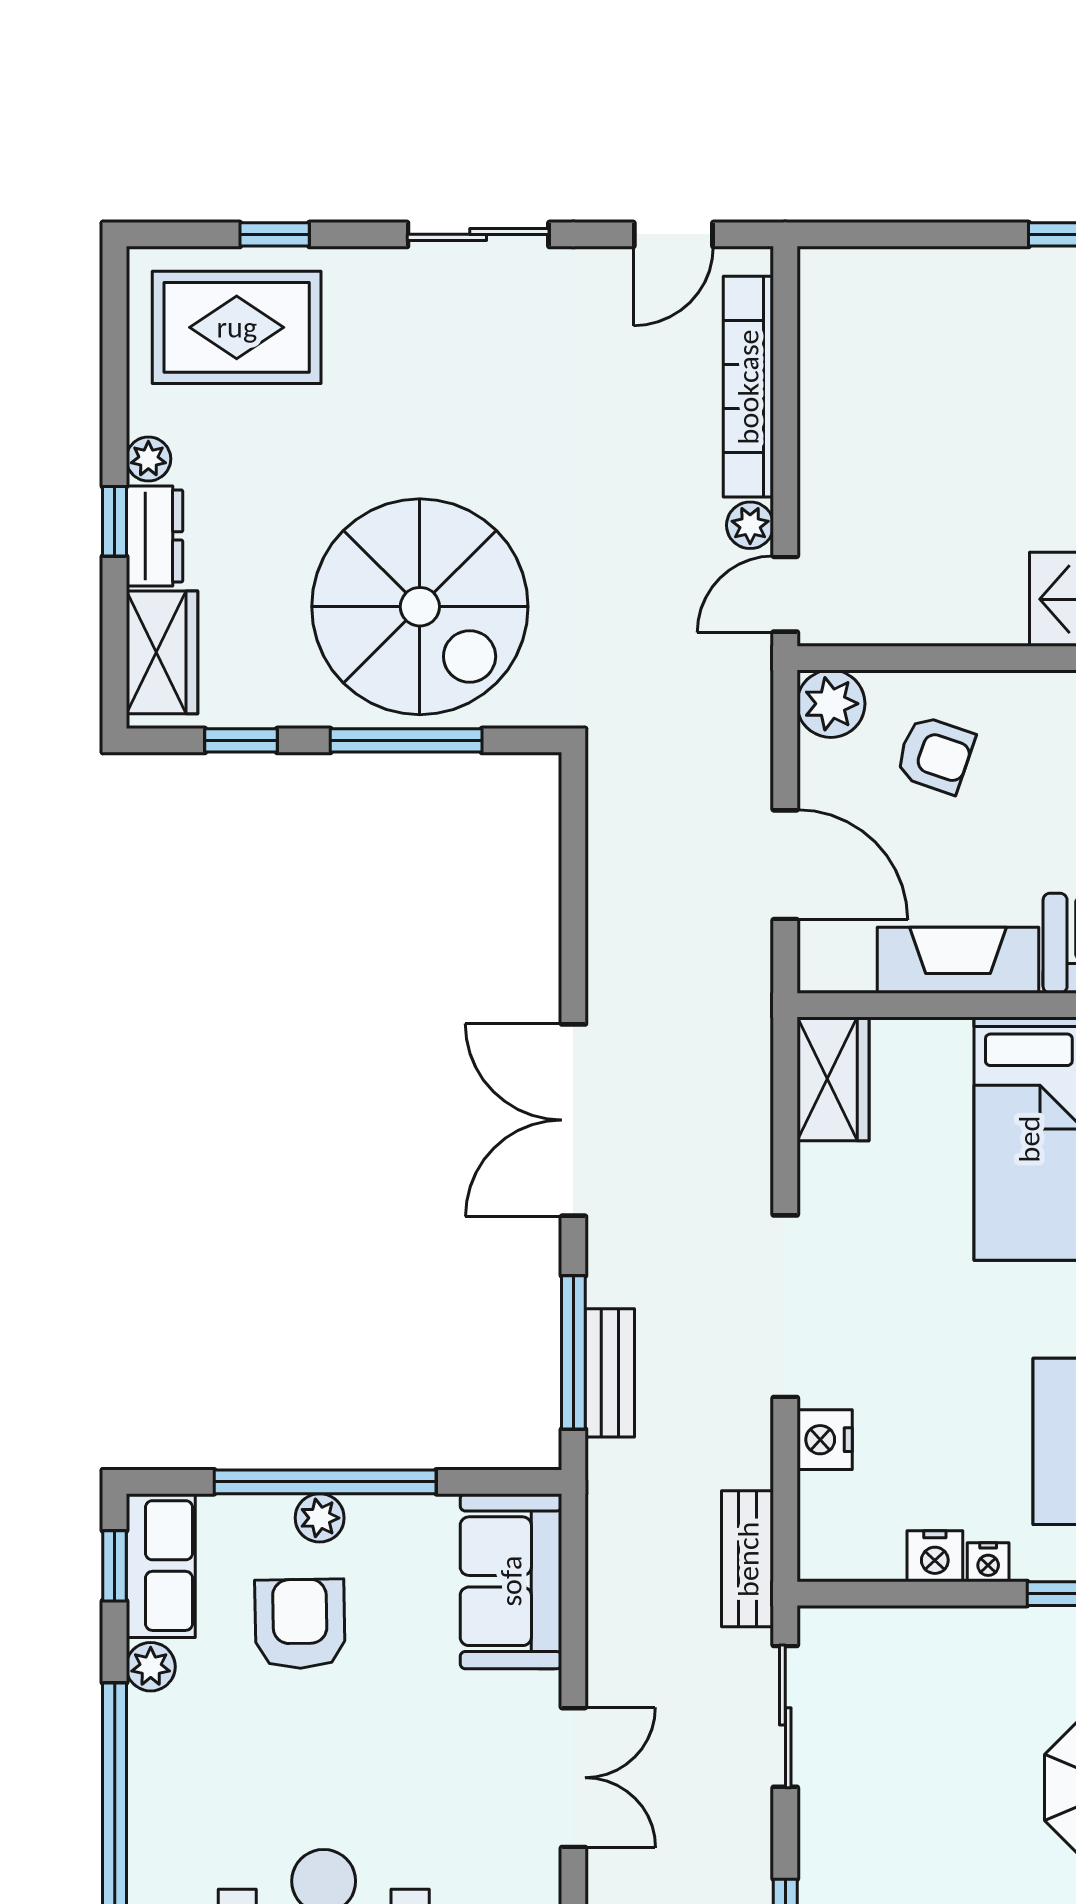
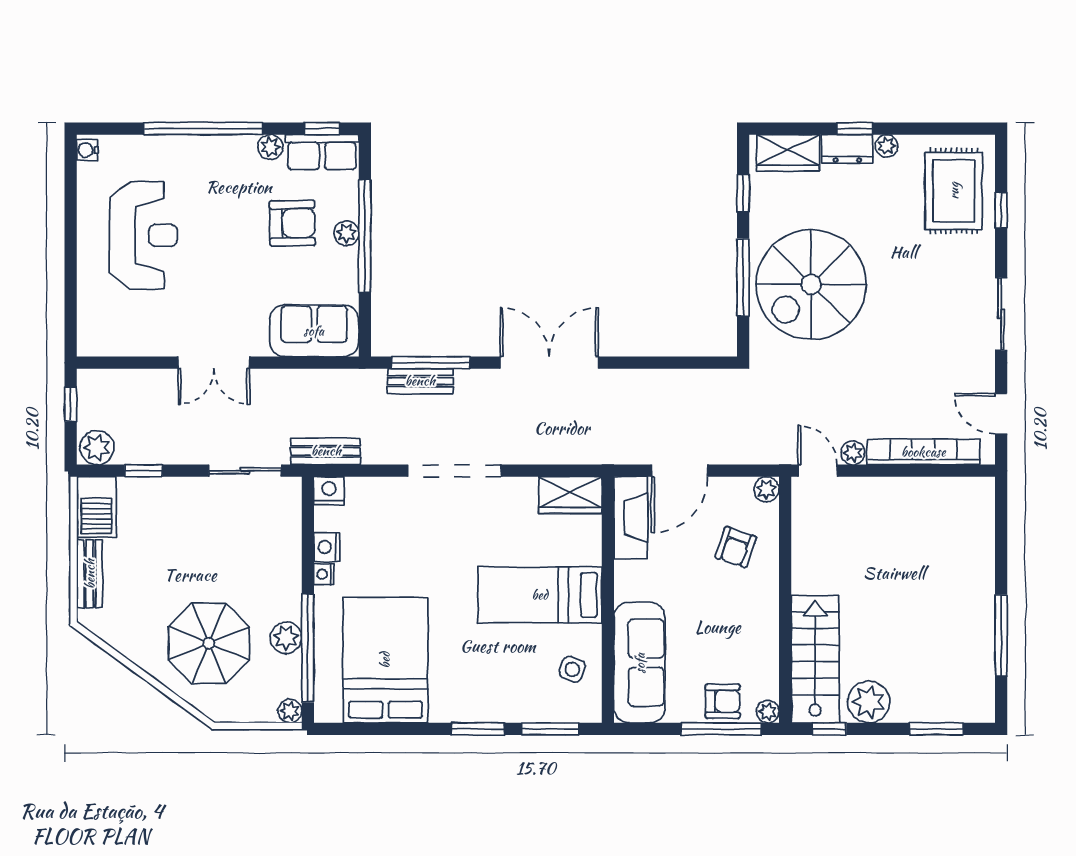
plant: (831, 704) -> (766, 489), width x0.73, depth x0.73
fireplace: (958, 960) -> (631, 518), moved
nightstand: (825, 1440) -> (329, 491), moved

